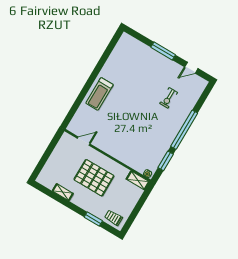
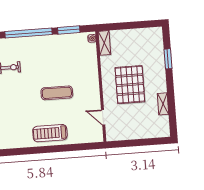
treadmill: (99, 94) -> (50, 133), turned 180
exercise mat: (126, 120) -> (57, 93), added
trolley: (113, 218) -> (154, 41), removed

